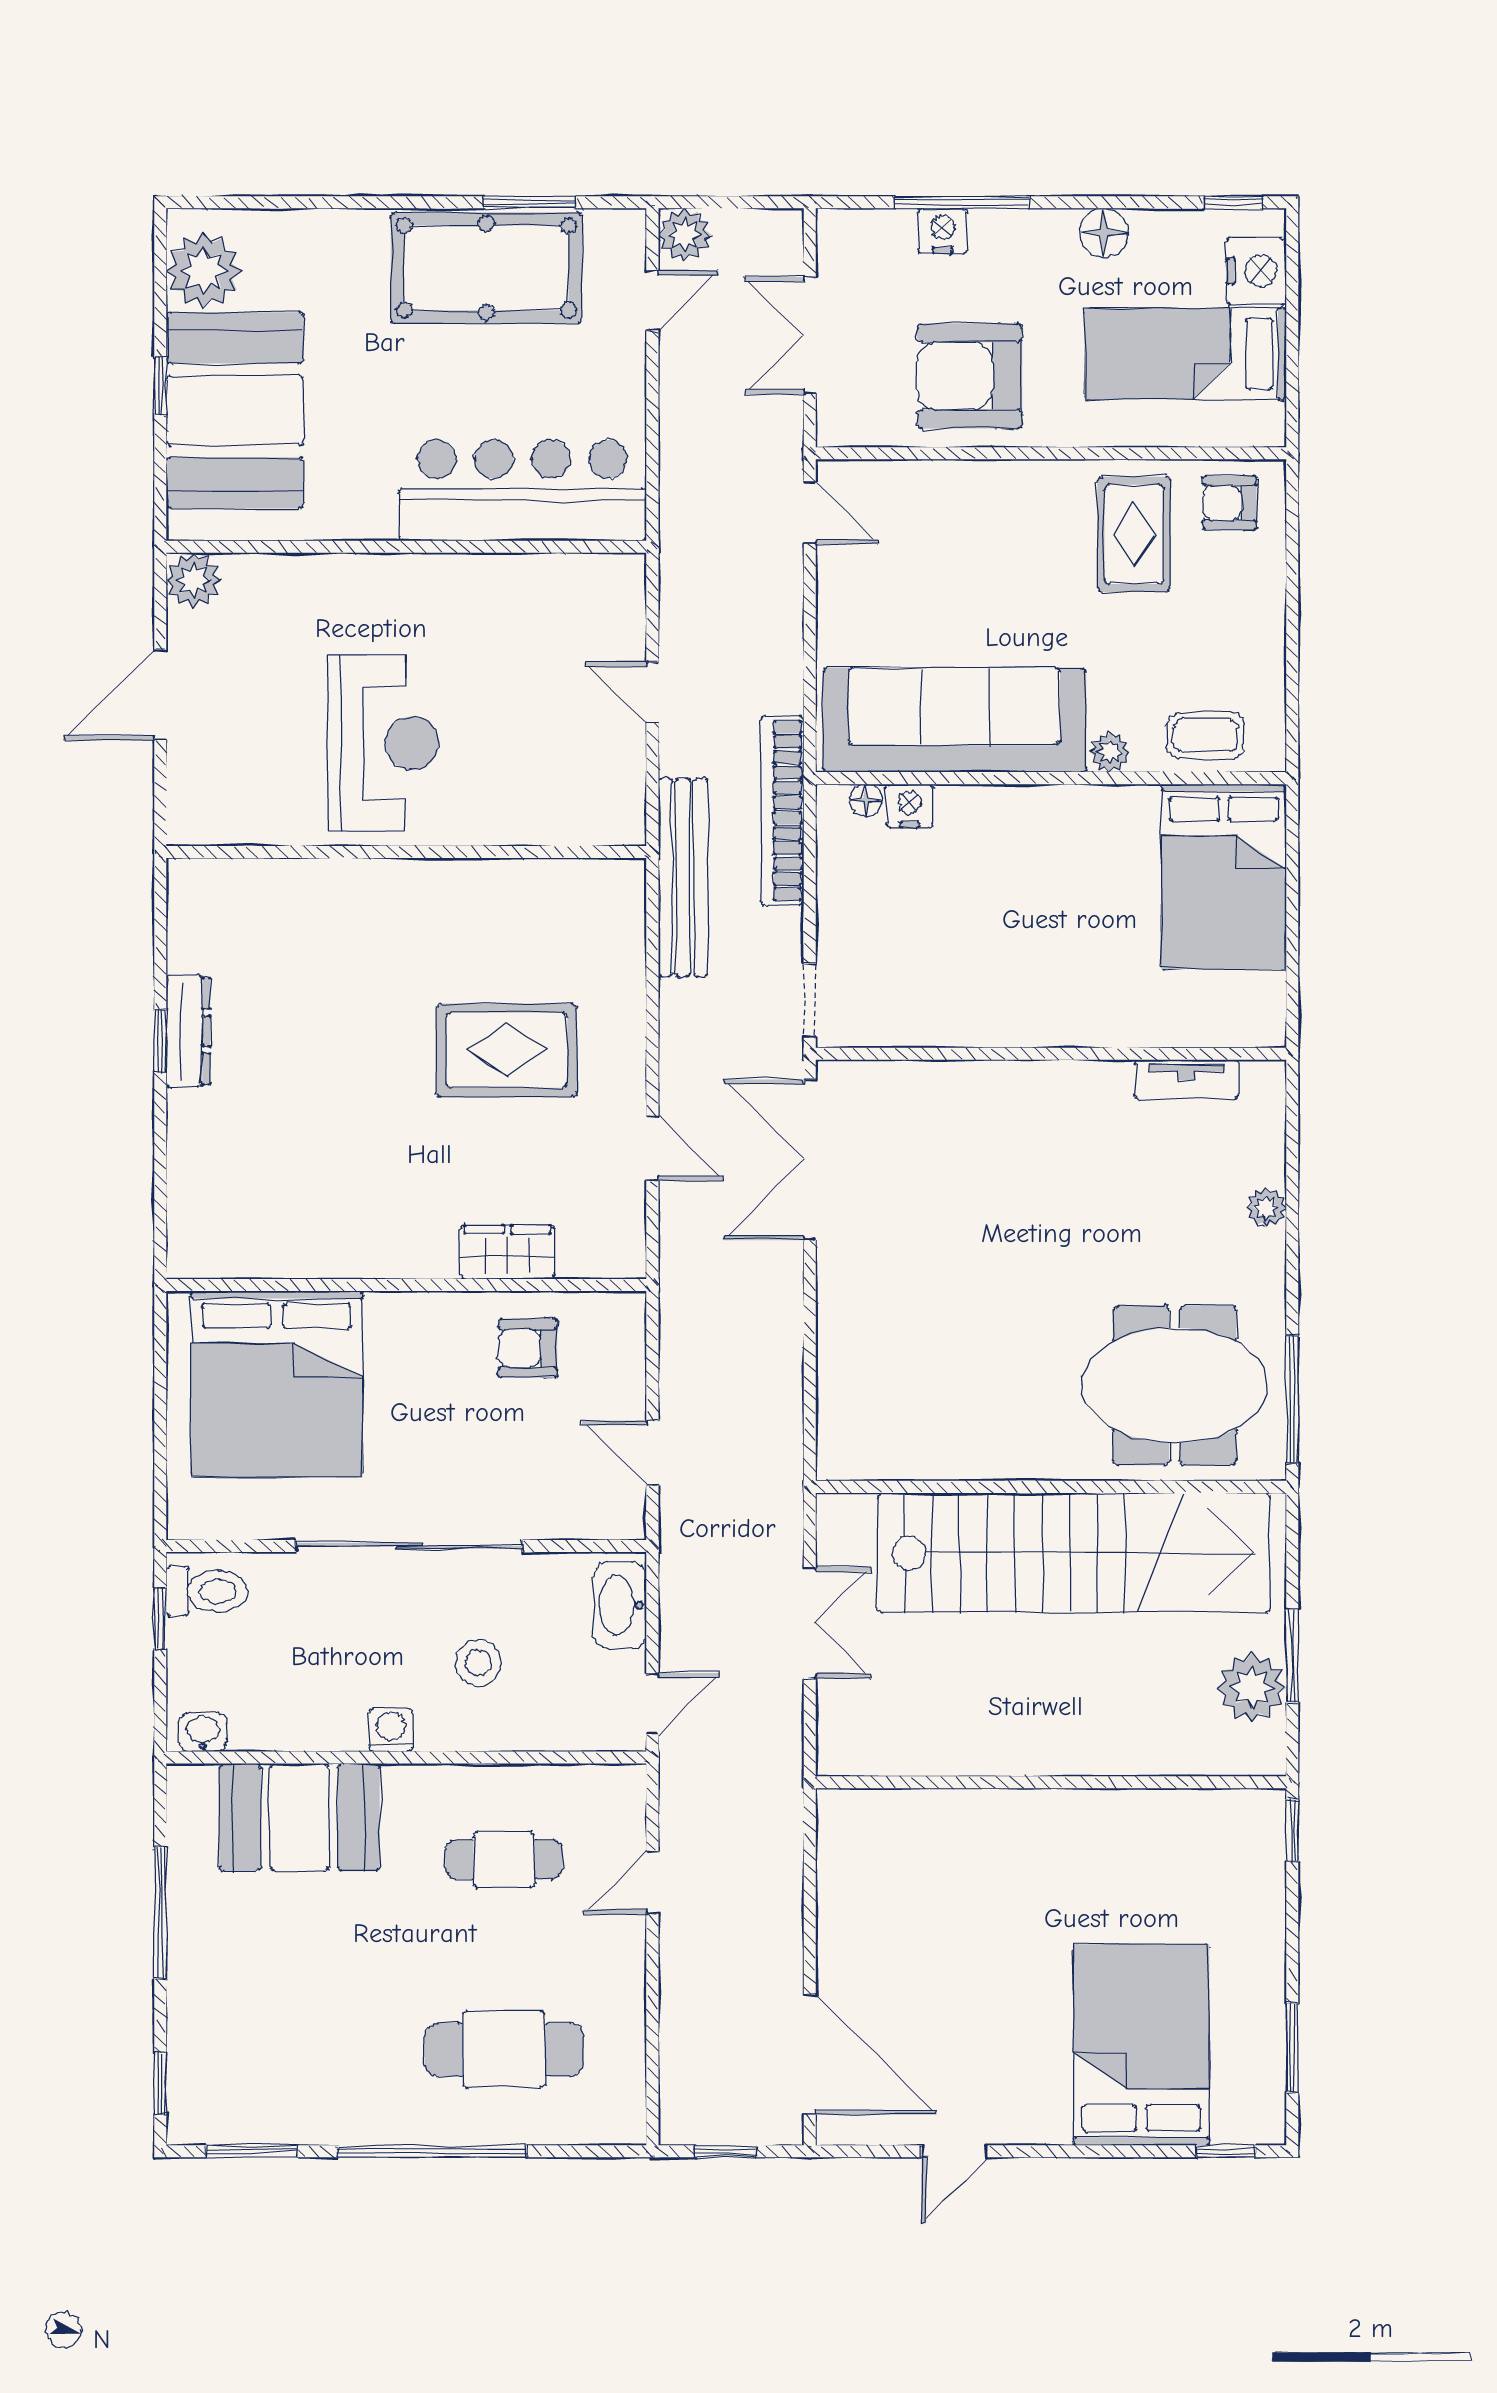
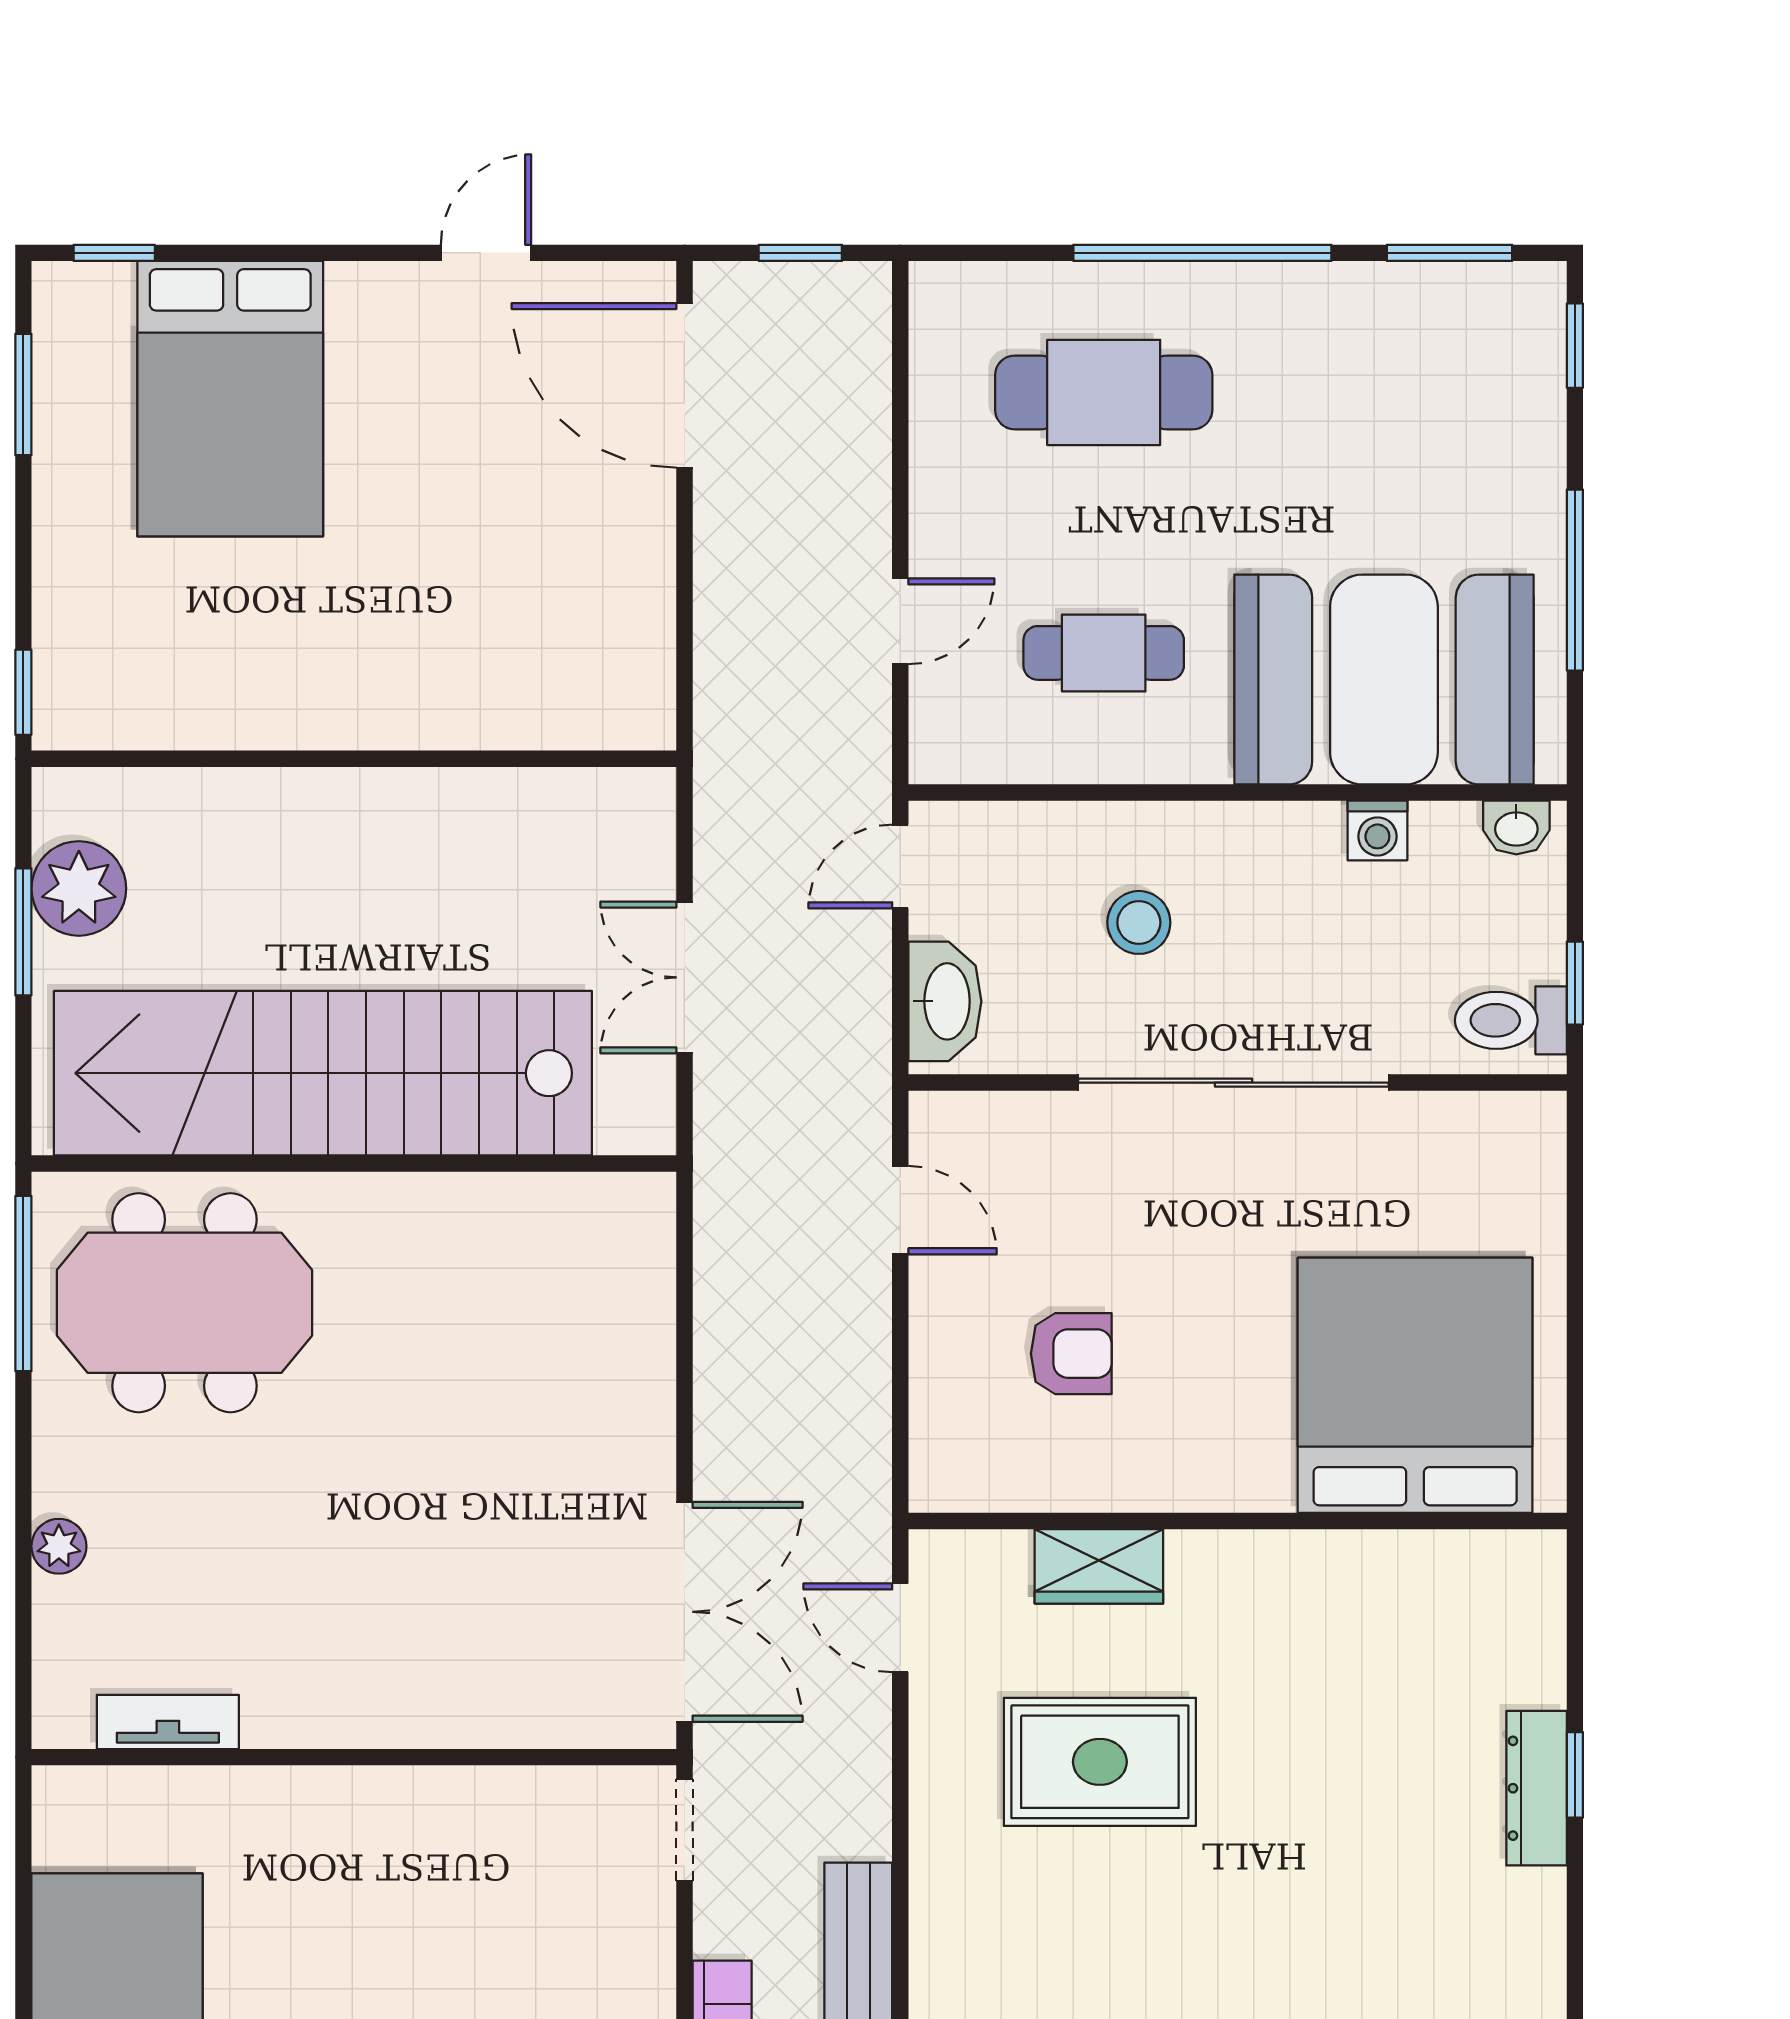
wardrobe: (507, 1252) -> (1099, 1566), moved
wall: (406, 1285) -> (1238, 1521), moved
bed: (277, 1384) -> (1415, 1385), moved
washing machine: (391, 1730) -> (1377, 830), moved
booth: (299, 1817) -> (1384, 680), width x1.36, depth x1.42

